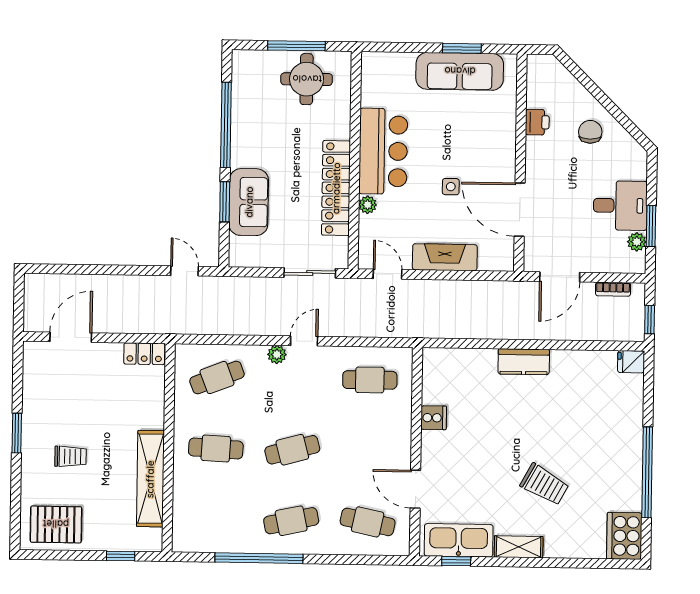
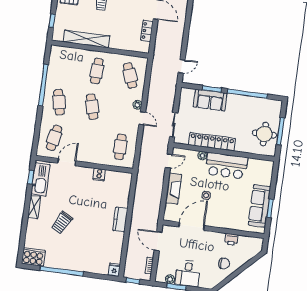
locker: (144, 354) -> (147, 31), moved

